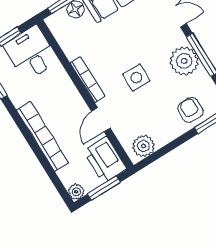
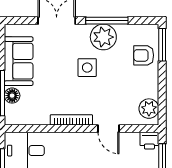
side table: (136, 78) -> (87, 68), moved
printer: (105, 160) -> (149, 141), width x0.53, depth x0.68

